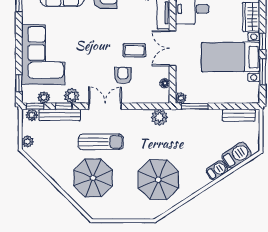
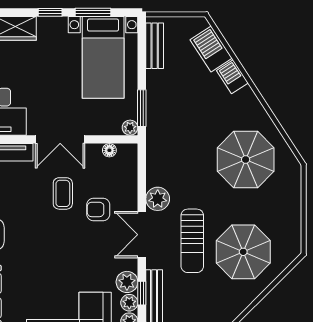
bed with nightstands: (231, 57) -> (103, 57), moved
plant: (57, 97) -> (129, 303), added
plant: (159, 117) -> (158, 199), moved
sun lounger: (101, 142) -> (192, 241), turned 180

